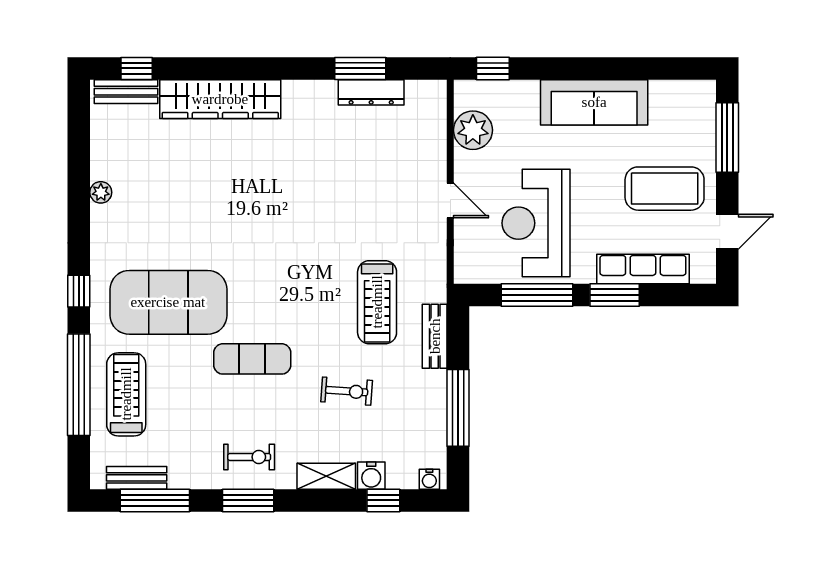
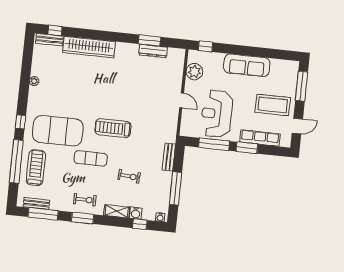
treadmill: (377, 302) -> (113, 128), moved, turned 90

